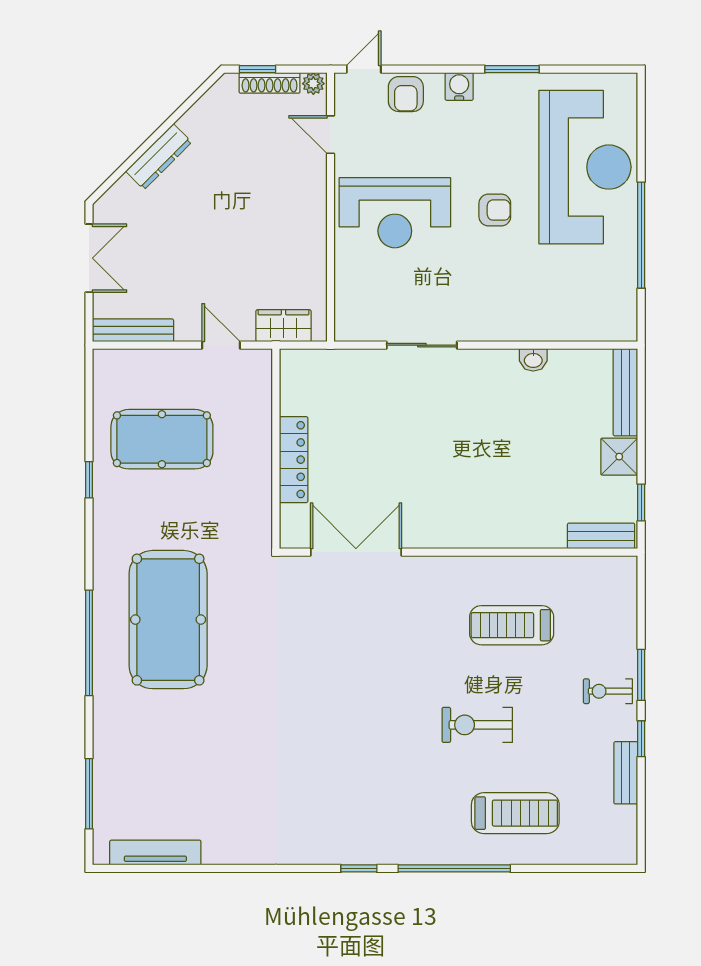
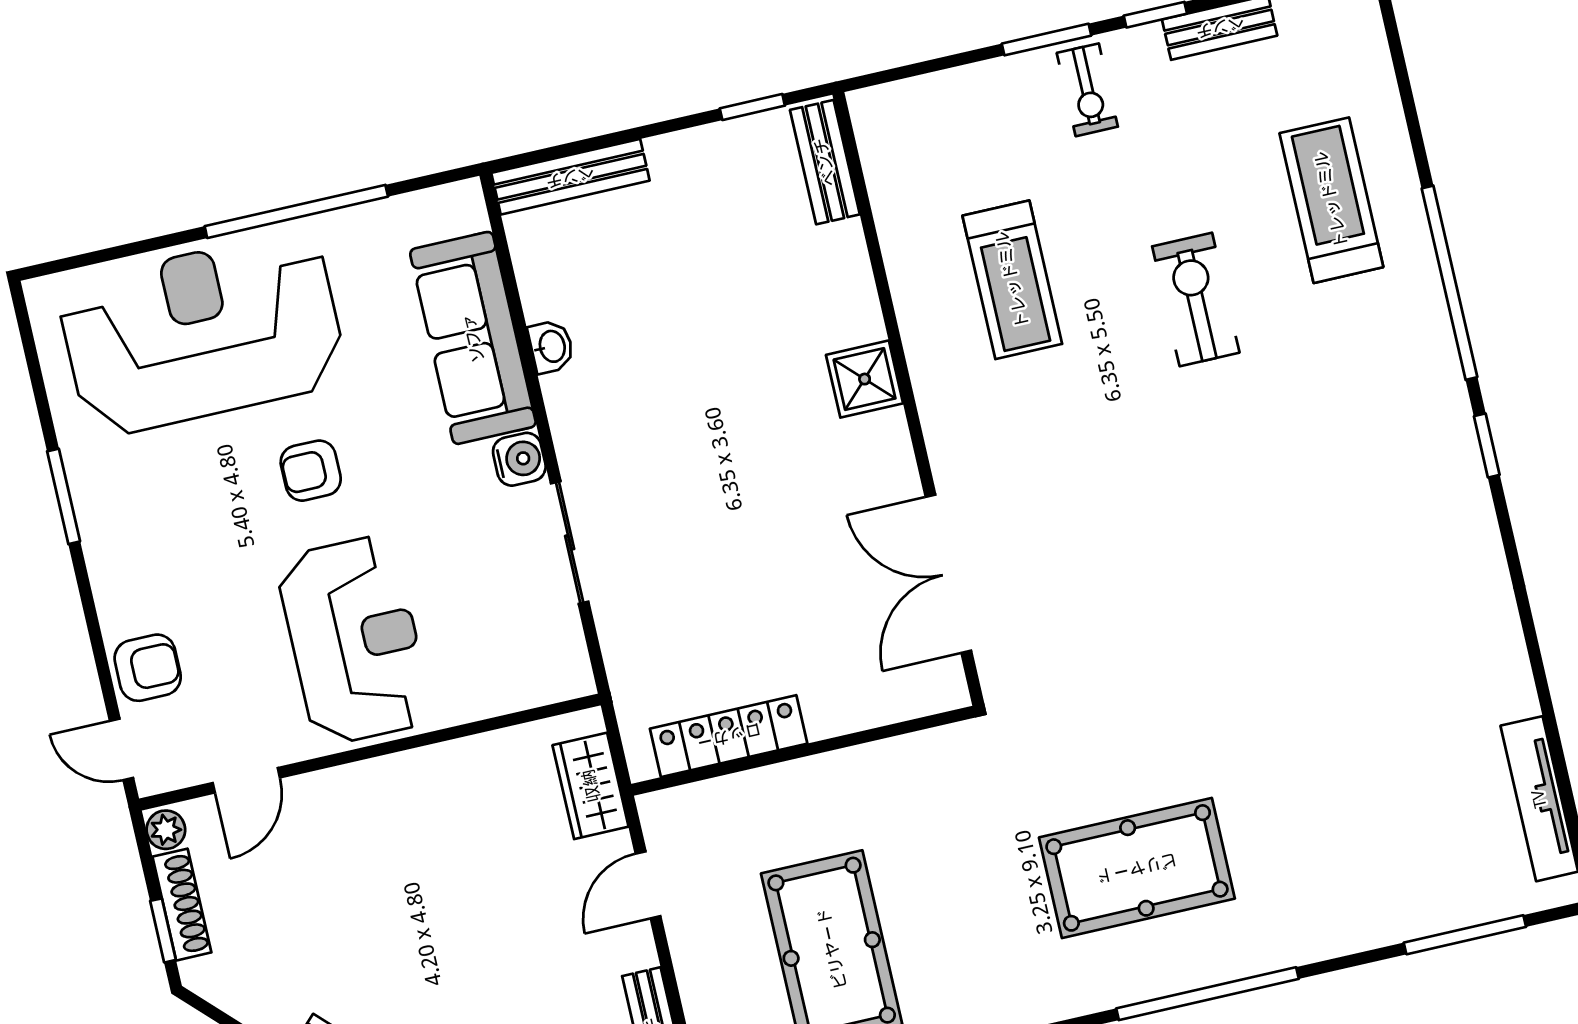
water cooler: (459, 86) -> (519, 459), moved, turned 180
armchair: (495, 210) -> (311, 471), turned -90
sofa: (548, 317) -> (473, 338), added
shower: (619, 457) -> (865, 379), moved
locker: (294, 460) -> (729, 736), moved
pool table: (168, 620) -> (1137, 868), width x0.73, depth x0.76
exercise bike: (477, 725) -> (1196, 299), turned 180

